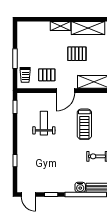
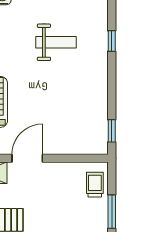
pallet: (47, 75) -> (58, 185), removed
weight bench: (44, 123) -> (56, 42), moved, turned -90

